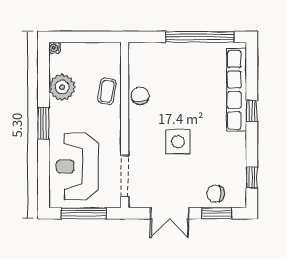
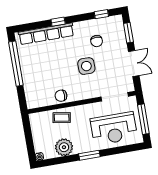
chair: (215, 194) -> (97, 41), moved

